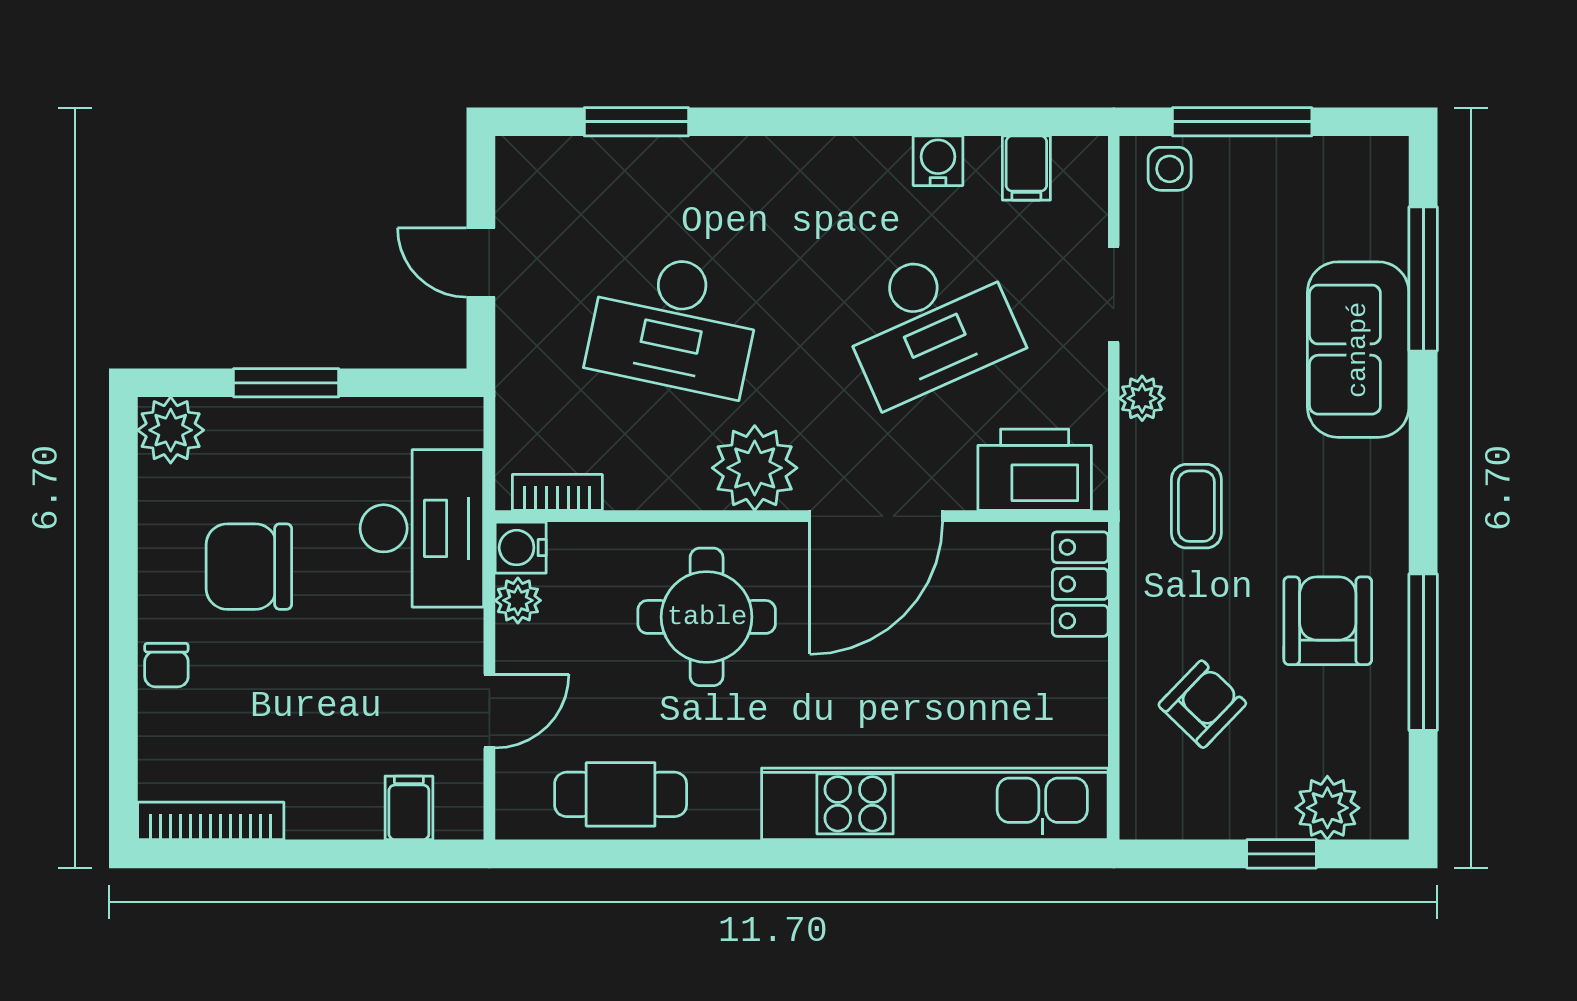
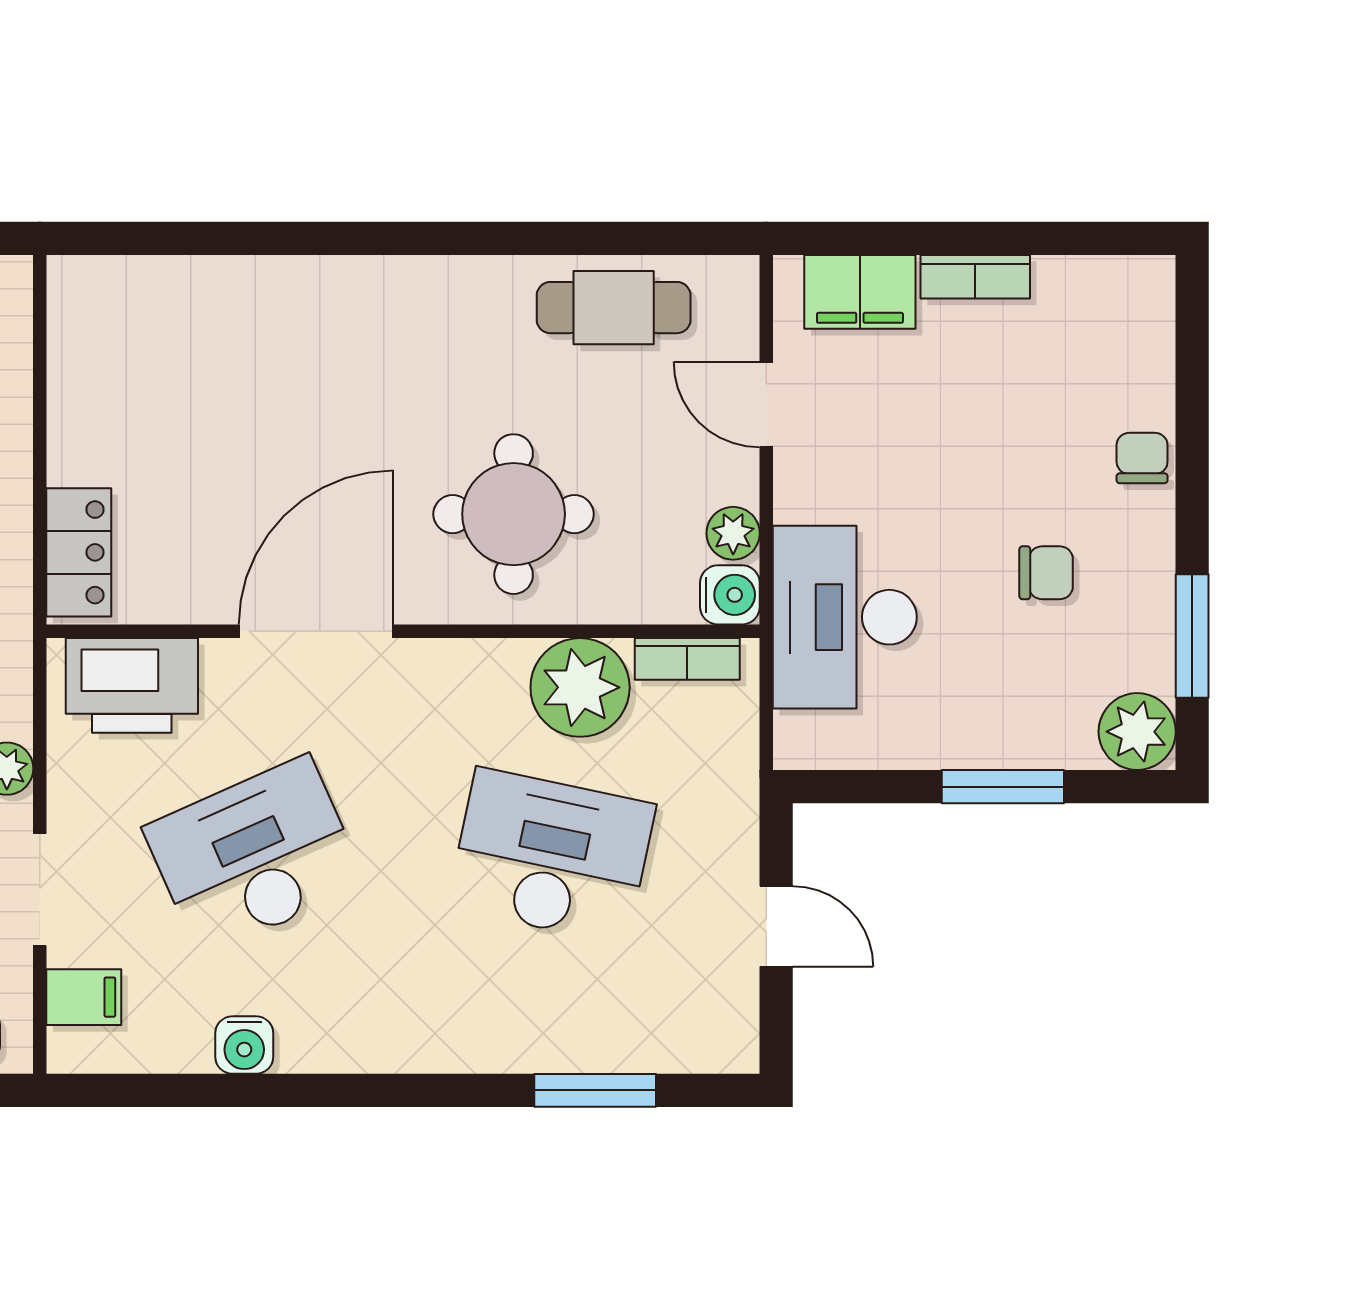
filing cabinet: (1026, 168) -> (84, 997), moved, turned 90
plant: (755, 468) -> (580, 687), moved
window: (123, 512) -> (1192, 636), added
chair: (249, 567) -> (1046, 573), width x0.54, depth x0.54
door: (489, 711) -> (766, 405), hinge flipped
kitchen unit: (935, 804) -> (248, 297), removed
filing cabinet: (409, 808) -> (860, 292), width x2.00
bookcase: (211, 821) -> (975, 277), moved, width x0.64

